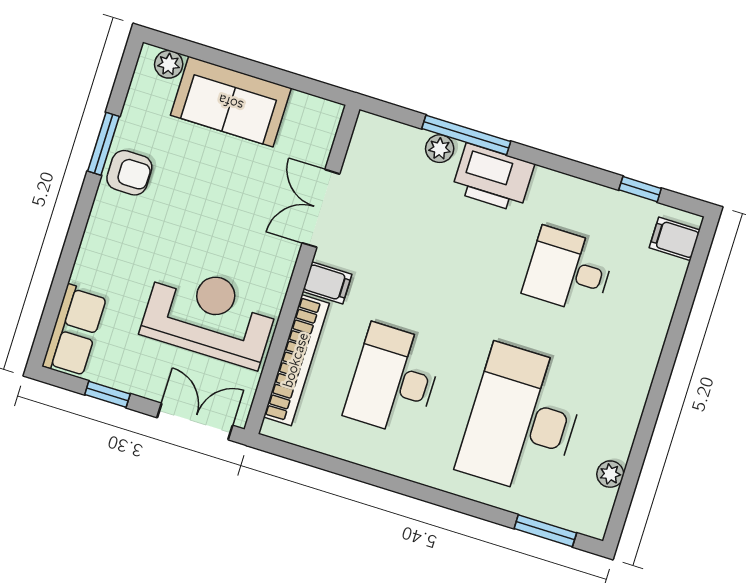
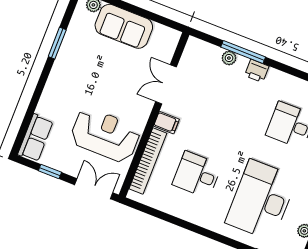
armchair: (129, 173) -> (69, 59), removed
printer: (493, 178) -> (257, 71), width x0.53, depth x0.68
desk: (394, 380) -> (197, 175), width x0.73

